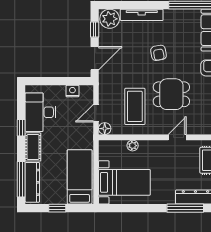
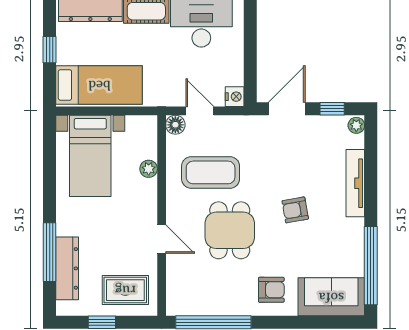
plant: (110, 19) -> (356, 125), width x0.53, depth x0.53
door: (95, 58) -> (287, 109), swing flipped
nightstand: (72, 91) -> (235, 97), moved

